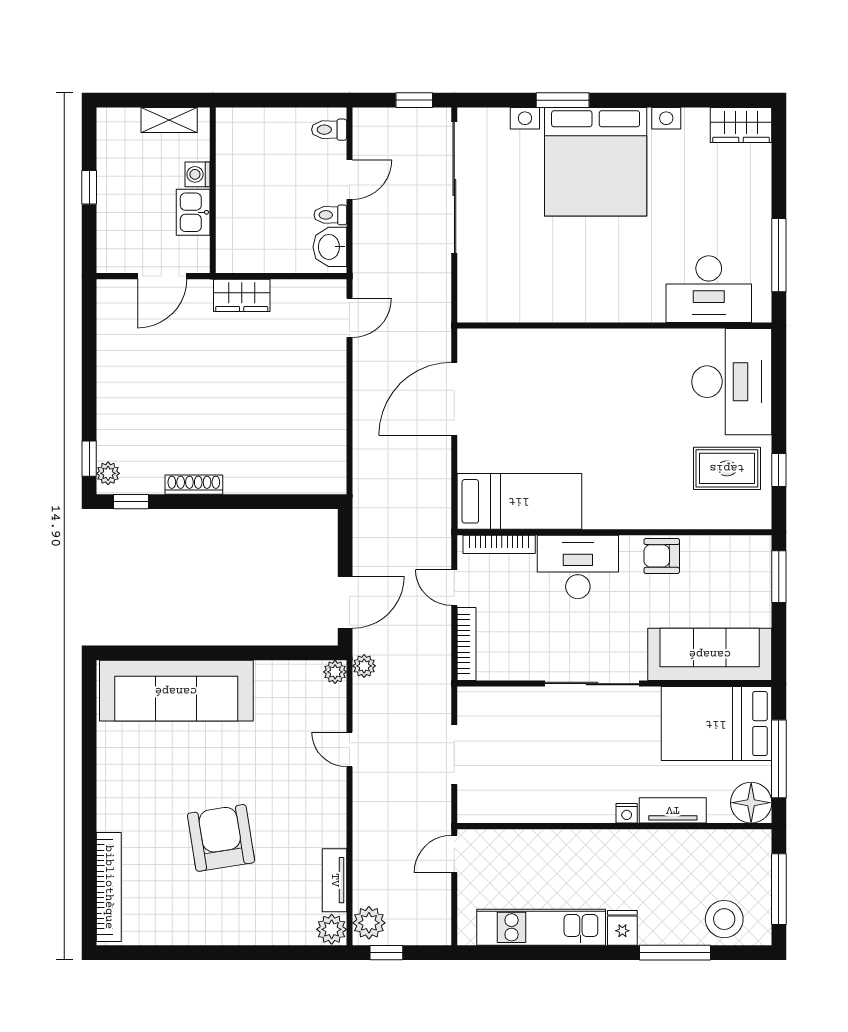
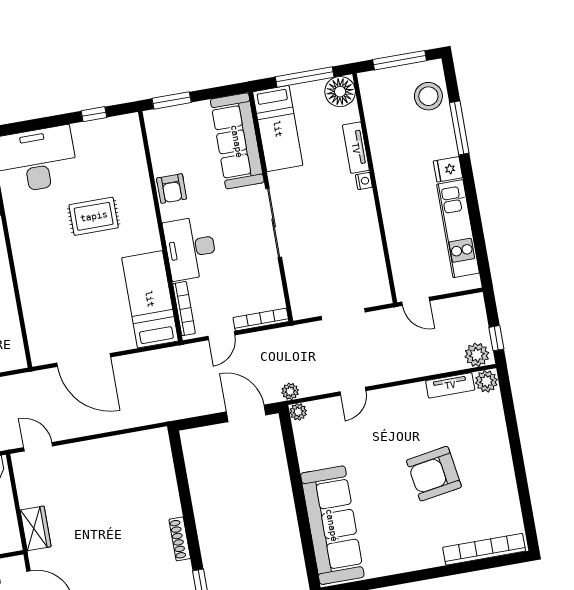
rug: (727, 468) -> (94, 216), moved, turned 90
bed: (716, 724) -> (278, 129), width x0.67

